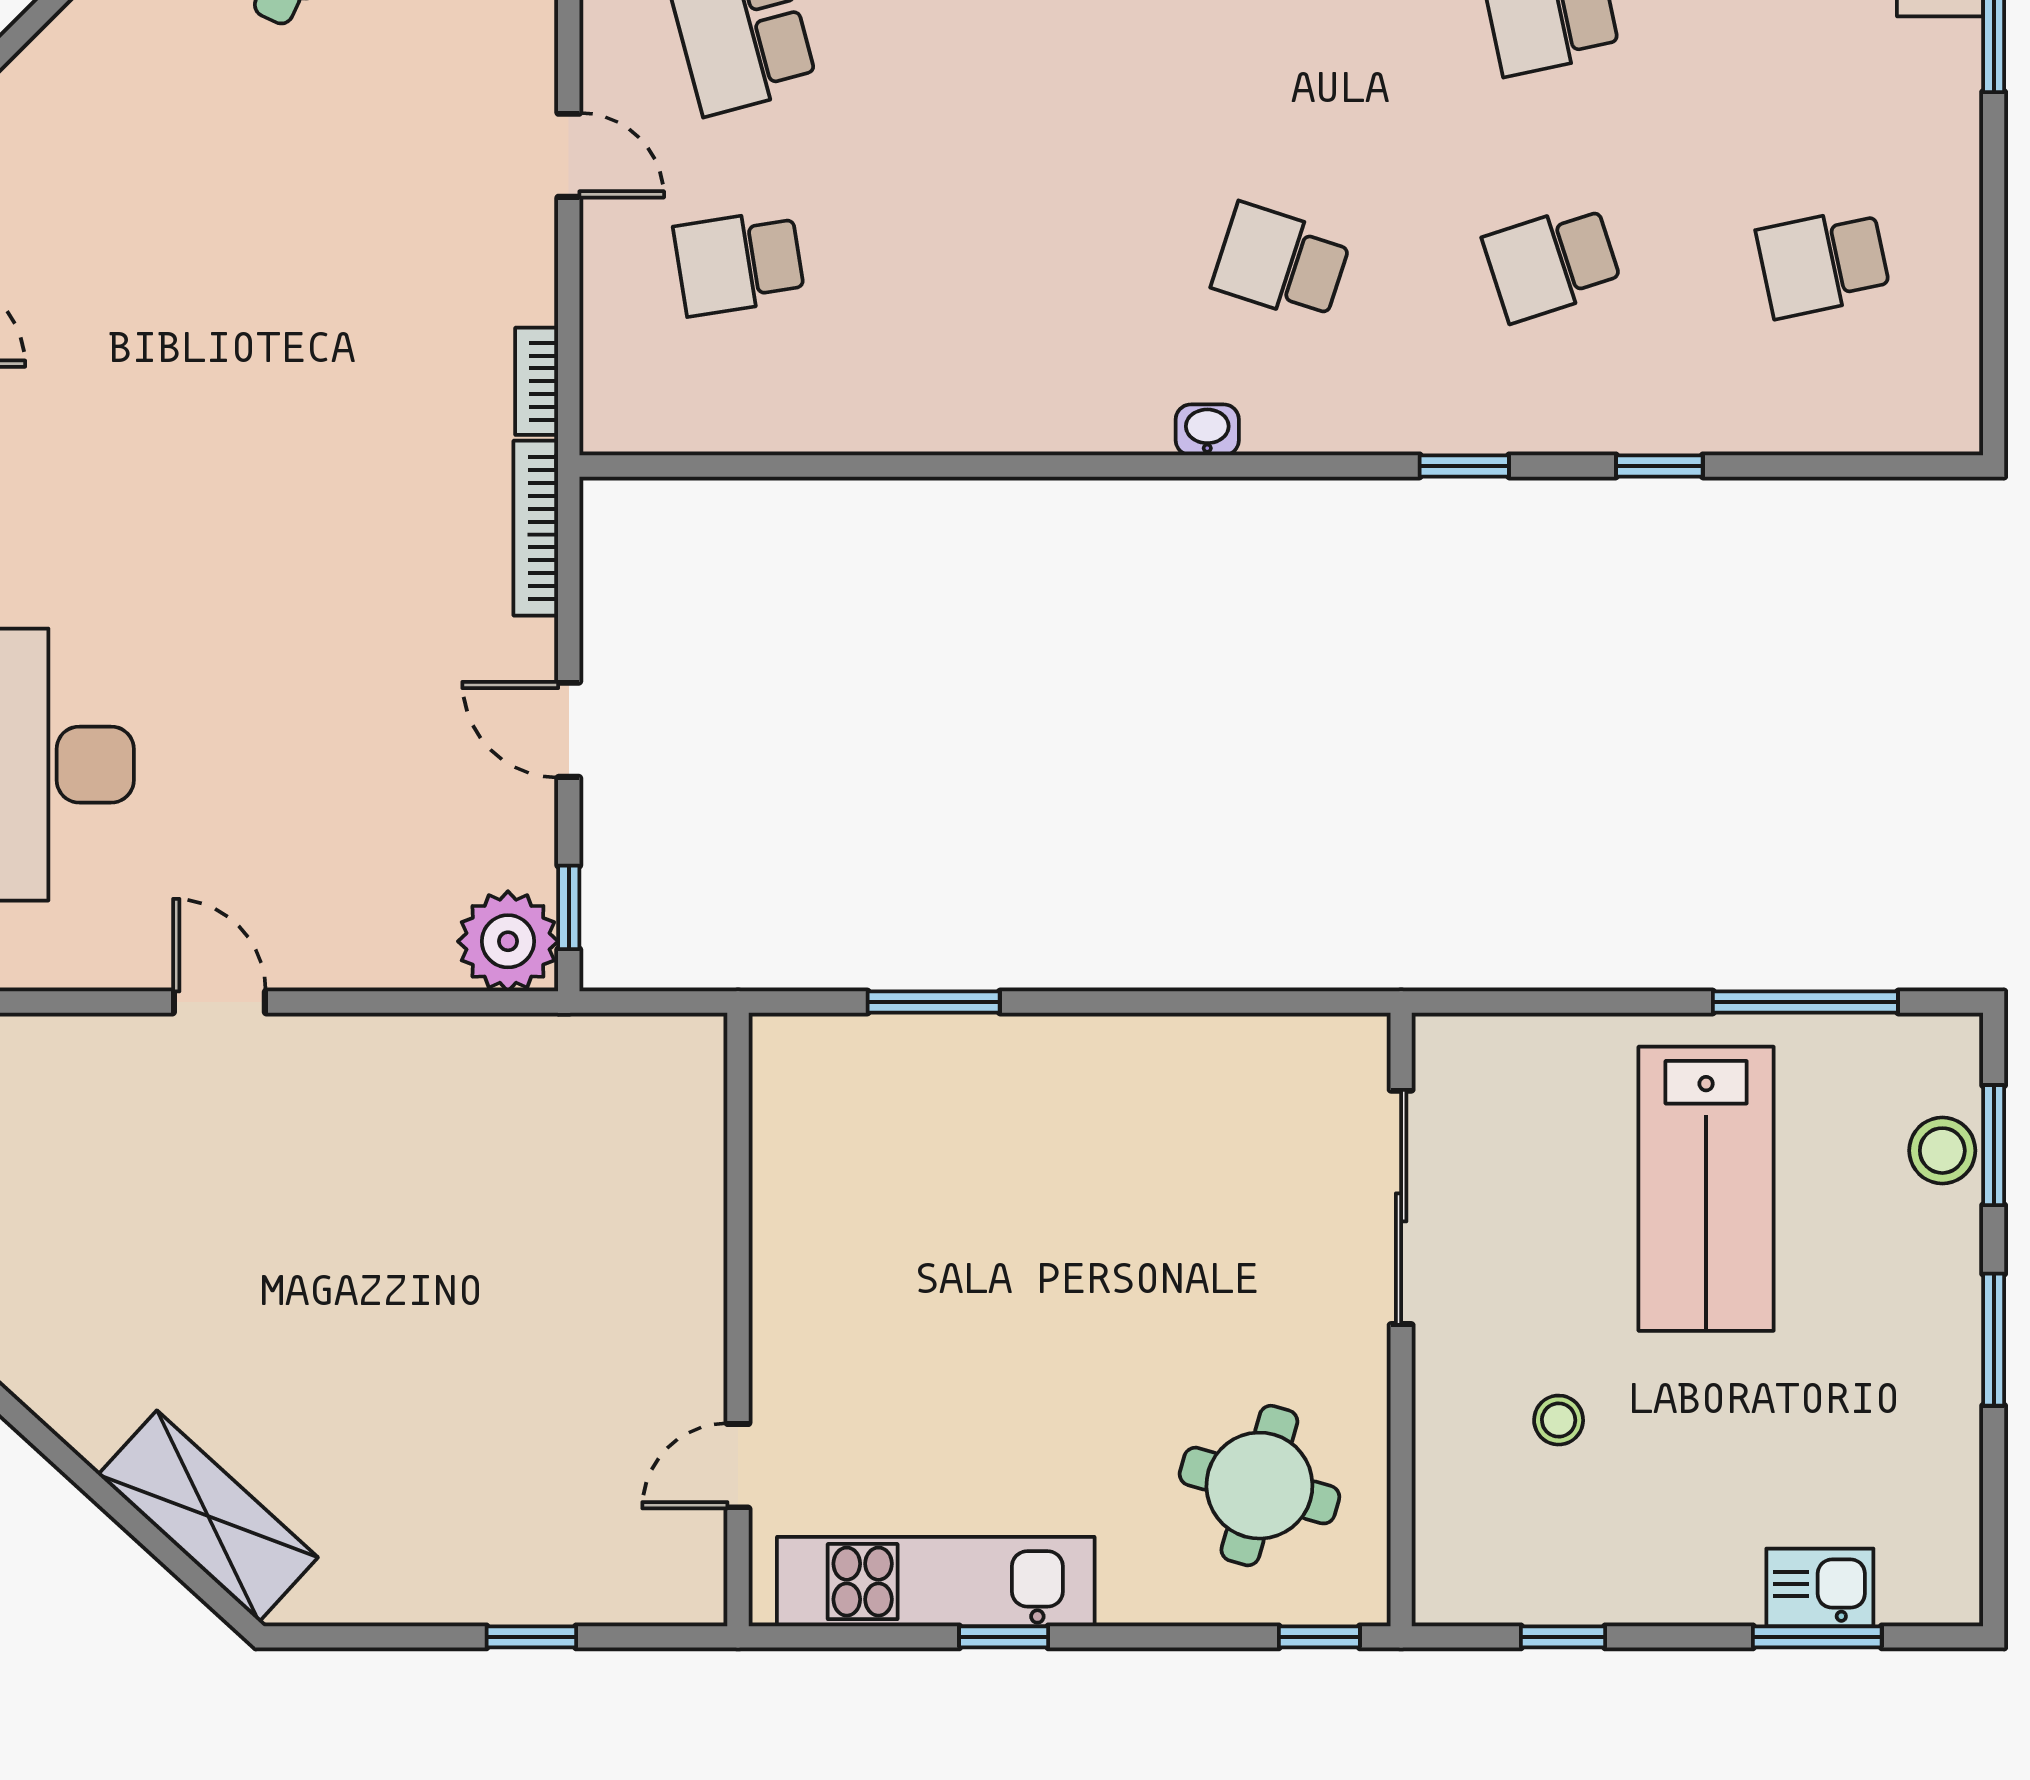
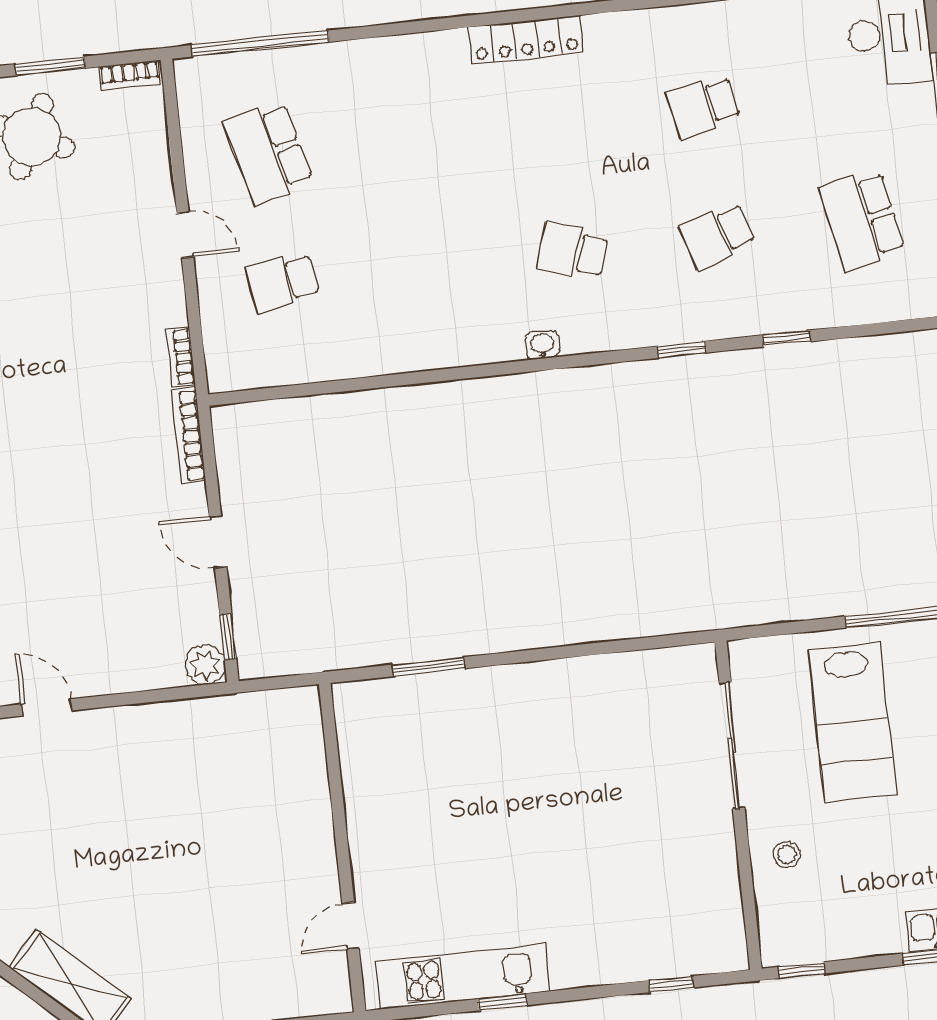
school desk: (1823, 262) -> (862, 220), width x1.85
plant: (508, 941) -> (205, 665), width x0.73, depth x0.73
sliding door: (1401, 1207) -> (732, 745), moved
wall: (1401, 1319) -> (738, 805), moved
round table: (1259, 1486) -> (631, 907), removed

